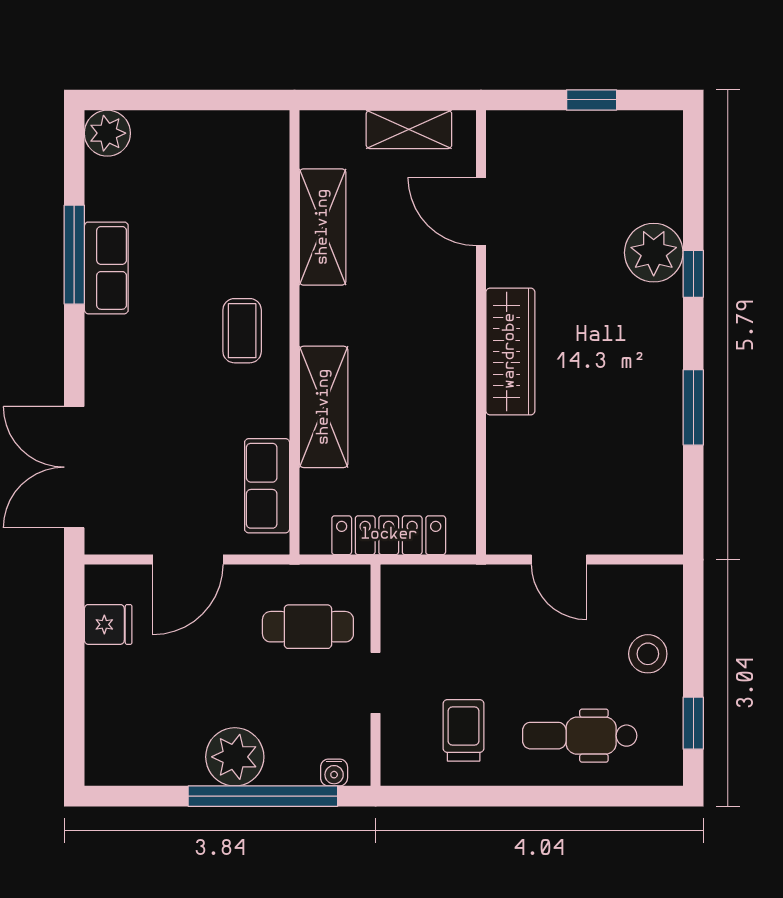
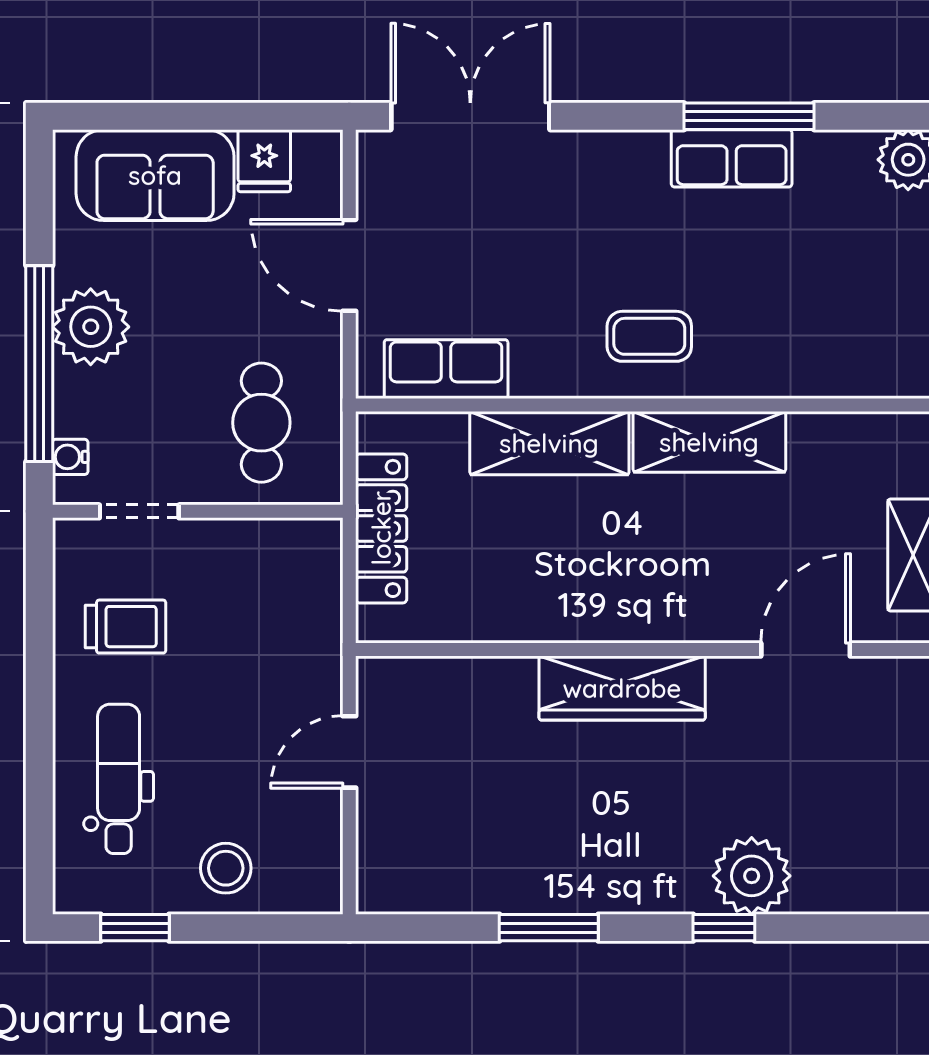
shelving: (323, 227) -> (709, 442), moved
doorway: (376, 683) -> (139, 511), moved
sofa: (119, 708) -> (155, 175), added

